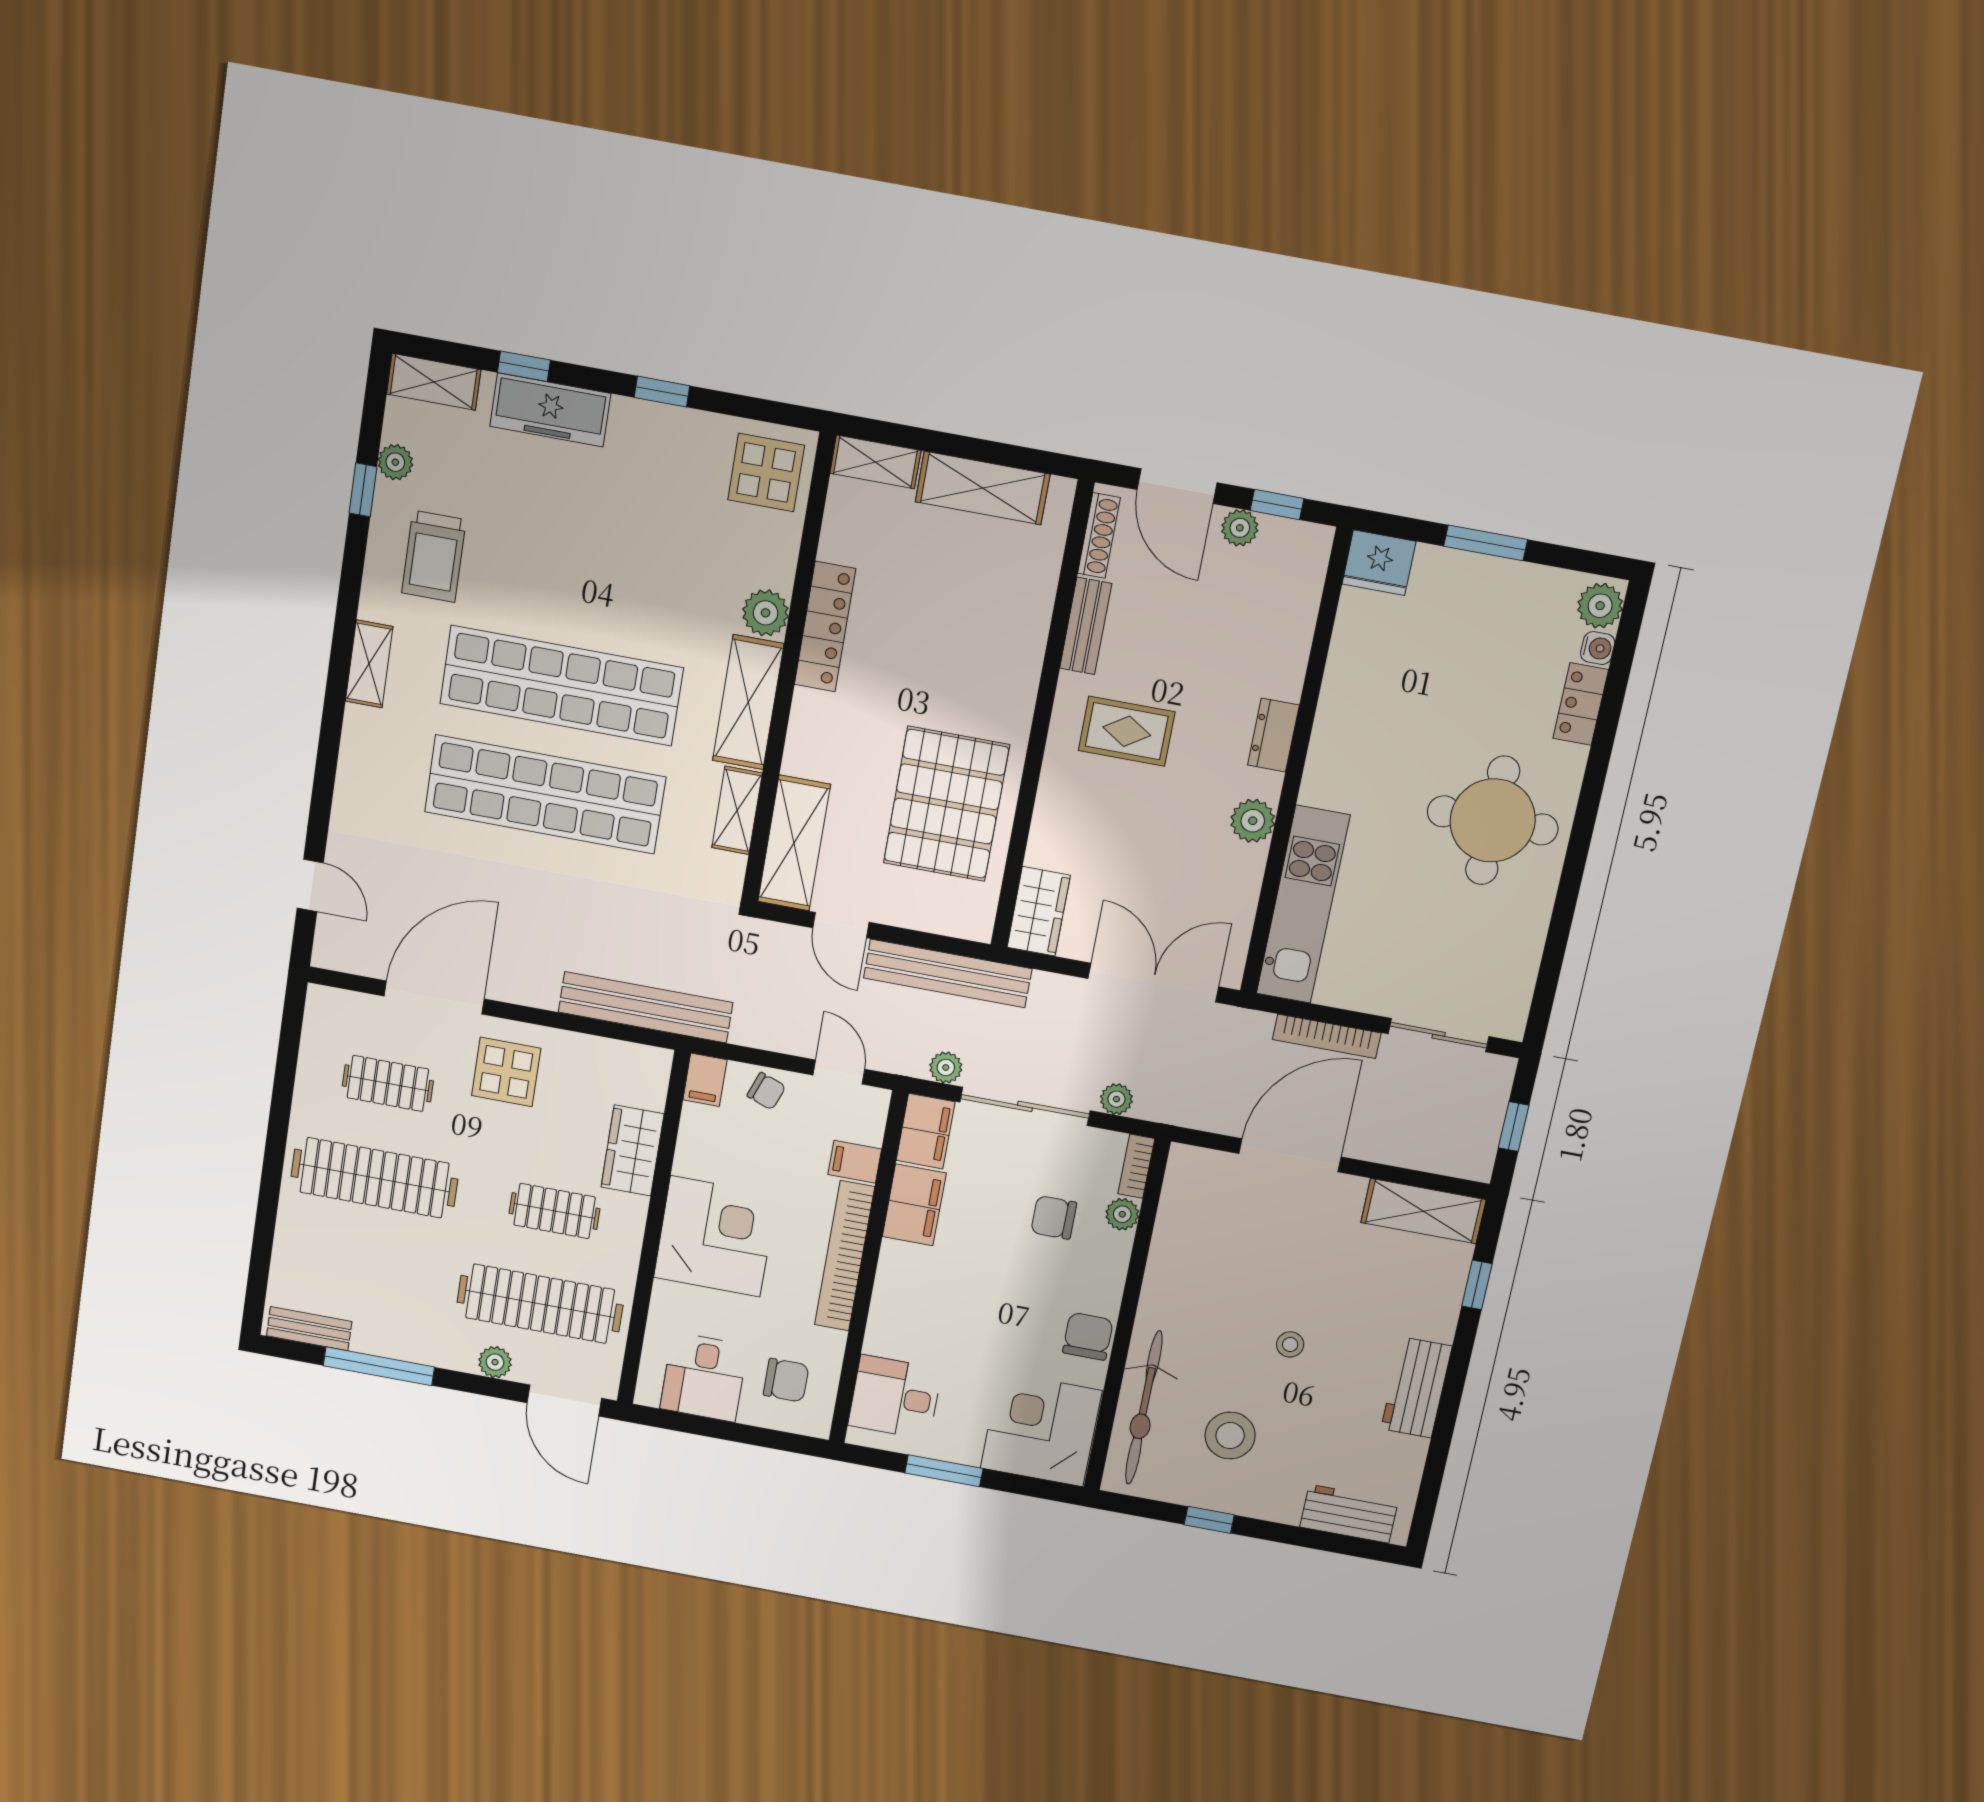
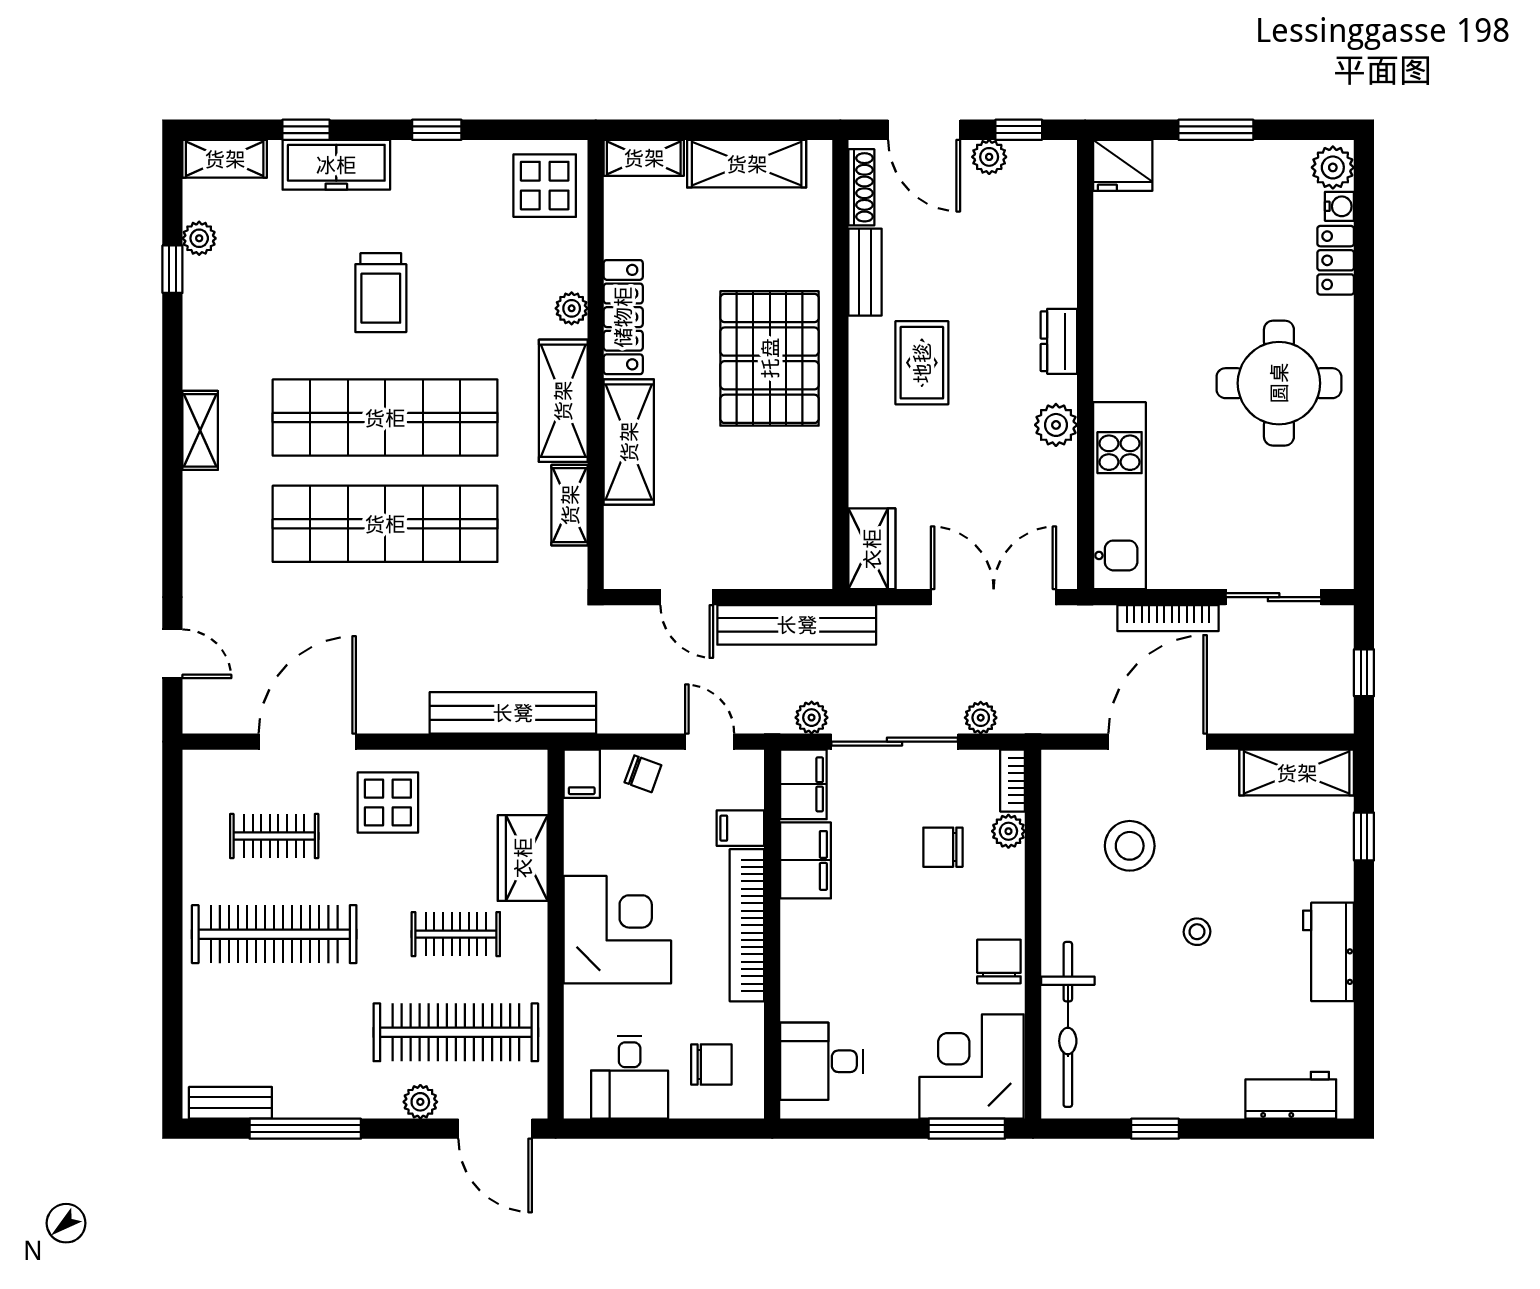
trolley: (434, 556) -> (381, 293), moved
plant: (766, 613) -> (572, 308), width x0.73, depth x0.73
rug: (1127, 731) -> (922, 363), turned 90
pallet: (946, 804) -> (770, 358), moved
shelving: (794, 843) -> (629, 442), moved
stool: (1230, 1436) -> (1130, 846), moved
window: (944, 1471) -> (967, 1129), moved

